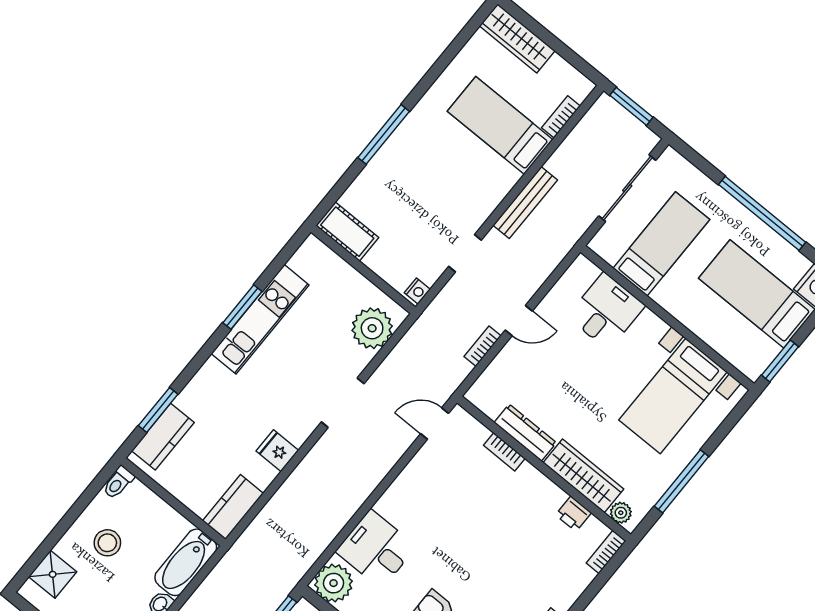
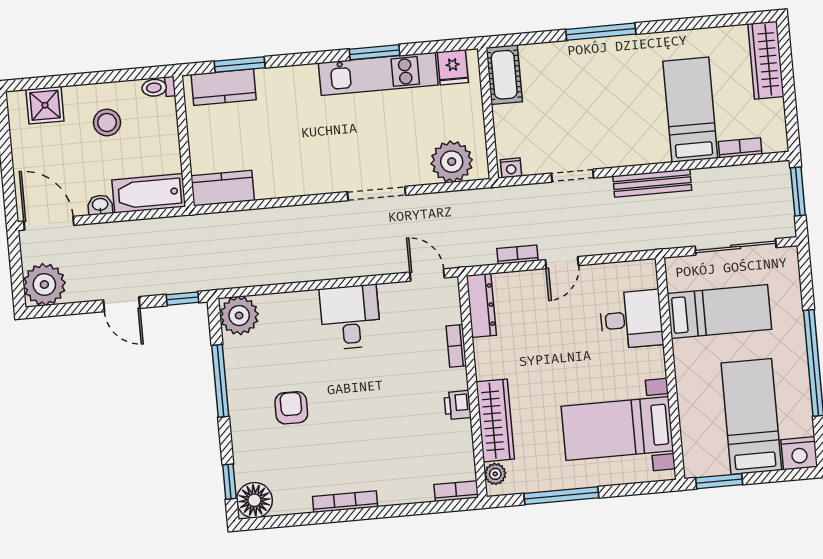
door: (519, 321) -> (562, 263), hinge flipped
dresser: (525, 433) -> (481, 305), moved
fridge: (277, 451) -> (453, 67), moved, turned 180
printer: (573, 514) -> (458, 405), moved
desk: (376, 549) -> (350, 317), moved

